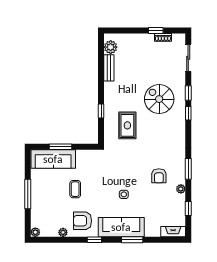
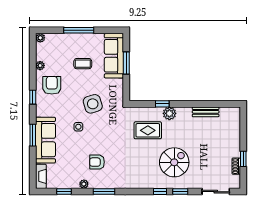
plant: (111, 47) -> (169, 113), moved
side table: (101, 180) -> (93, 104), added
coffee table: (75, 189) -> (83, 64), moved
sofa: (121, 227) -> (45, 140), moved

